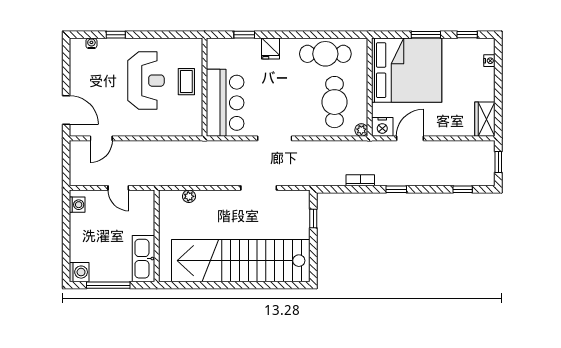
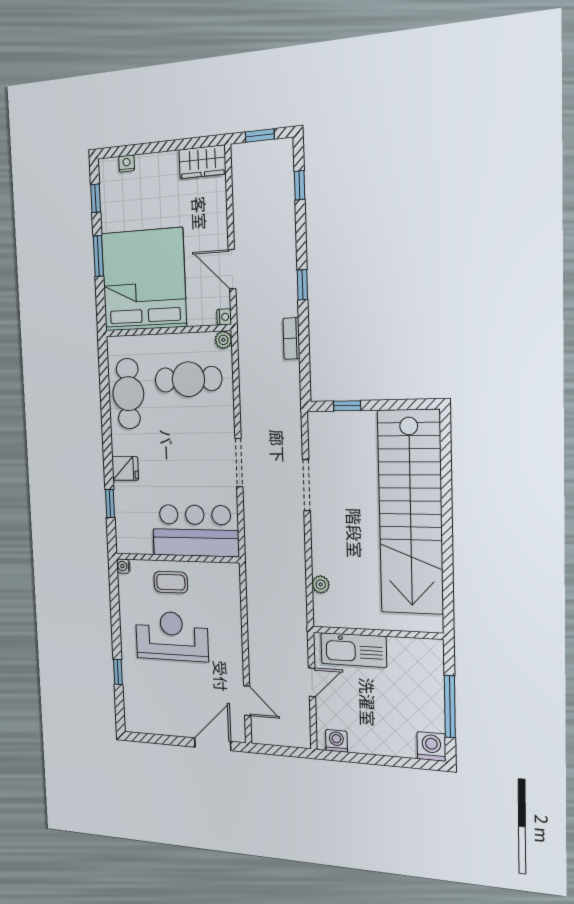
water cooler: (91, 43) -> (123, 566), moved
nightstand: (382, 127) -> (224, 317), width x0.53, depth x0.56
kitchen sink: (143, 259) -> (354, 650), moved

